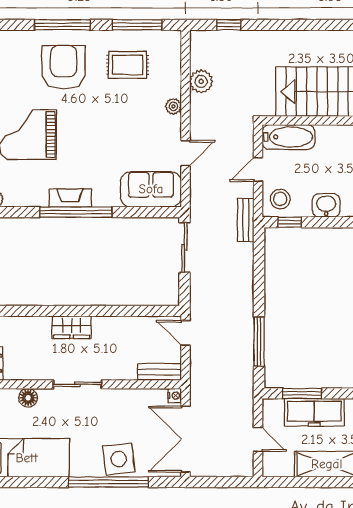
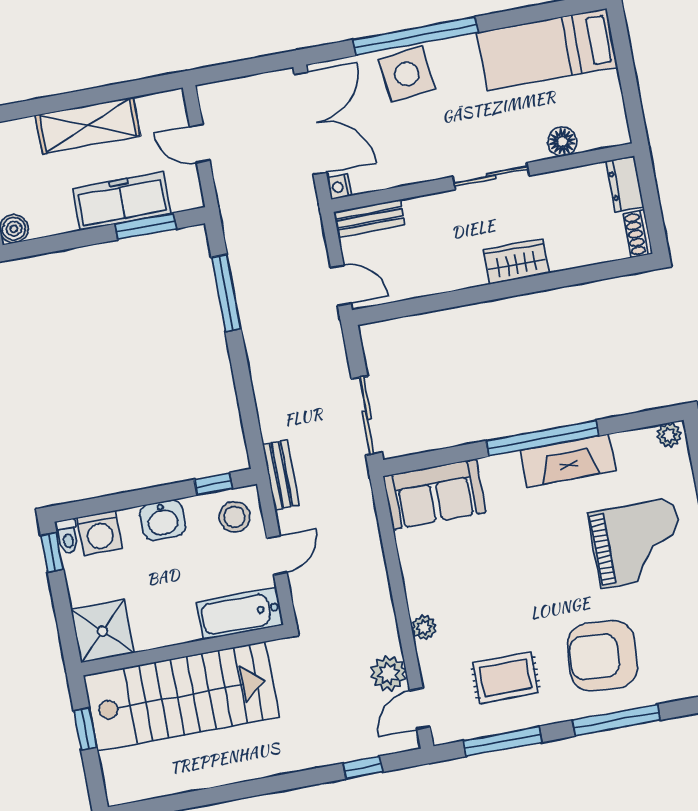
armchair: (64, 67) -> (602, 656), turned 94
door: (185, 153) -> (420, 709), moved
fireplace: (70, 198) -> (568, 460), width x1.37, depth x1.32

